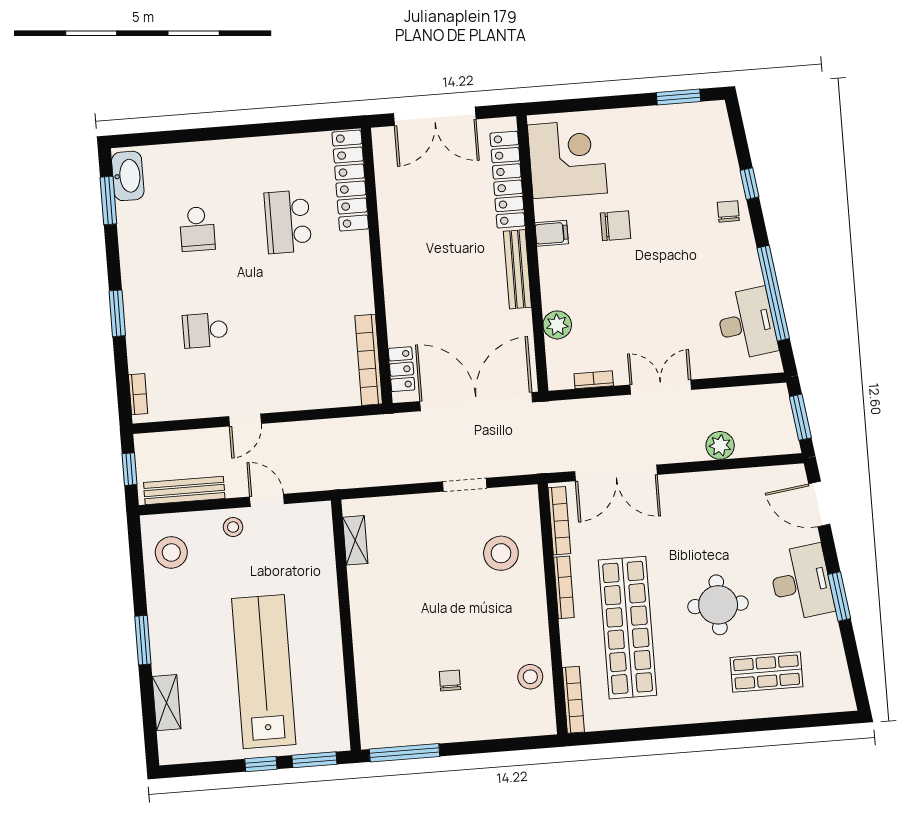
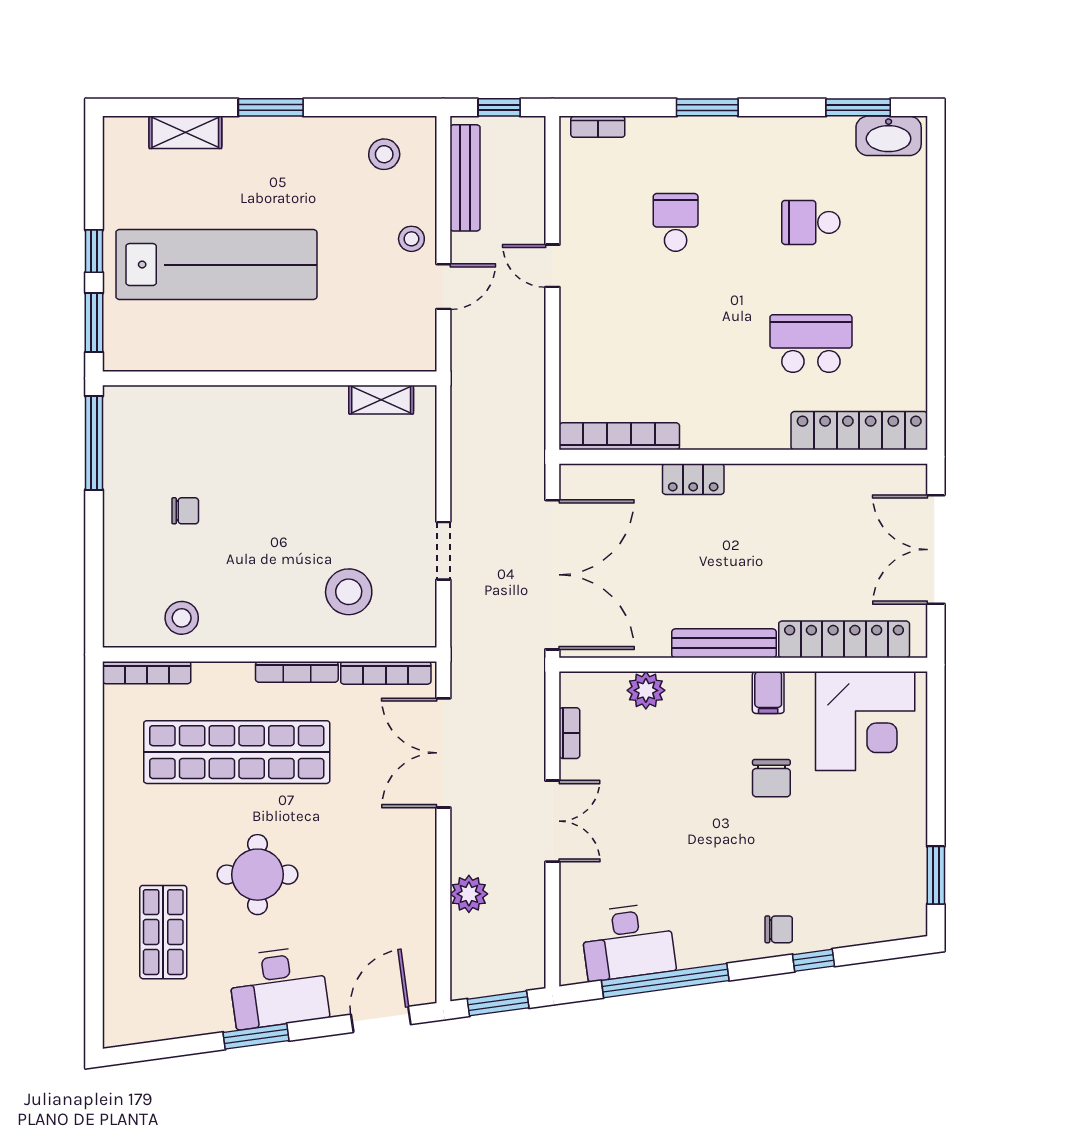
locker: (402, 369) -> (693, 479), moved
stool: (171, 552) -> (384, 154), width x0.73, depth x0.73

